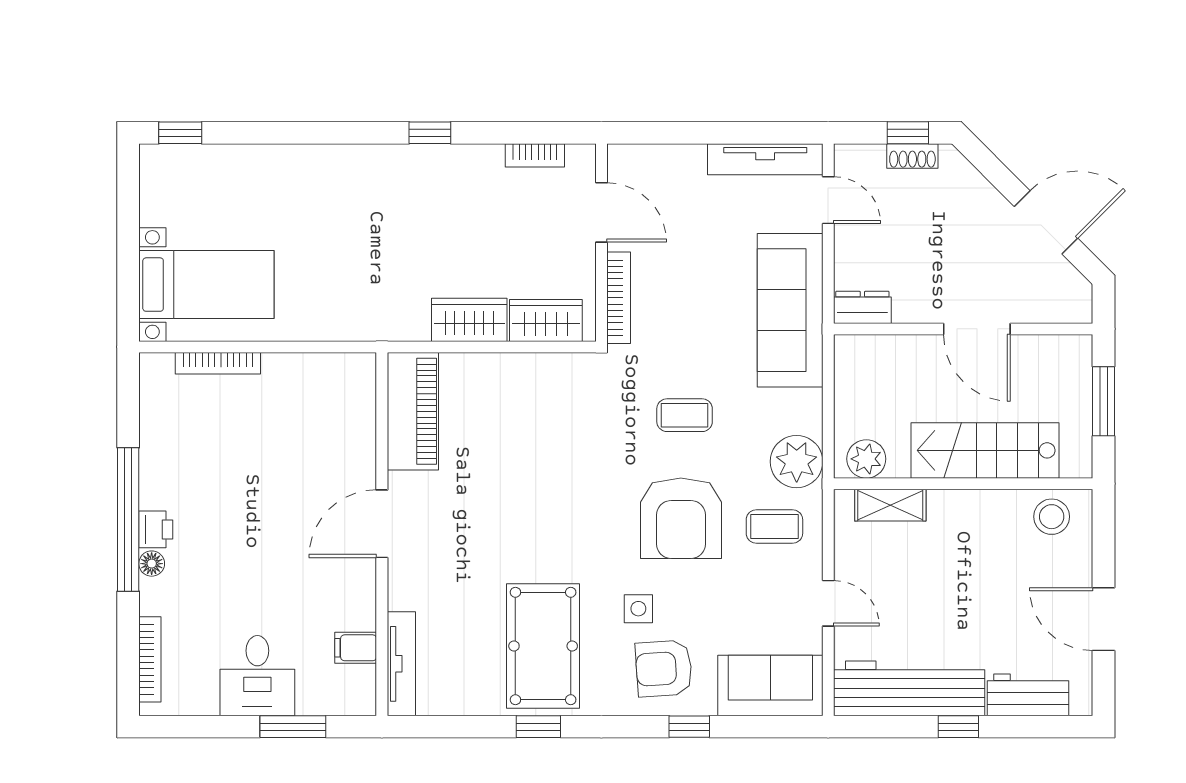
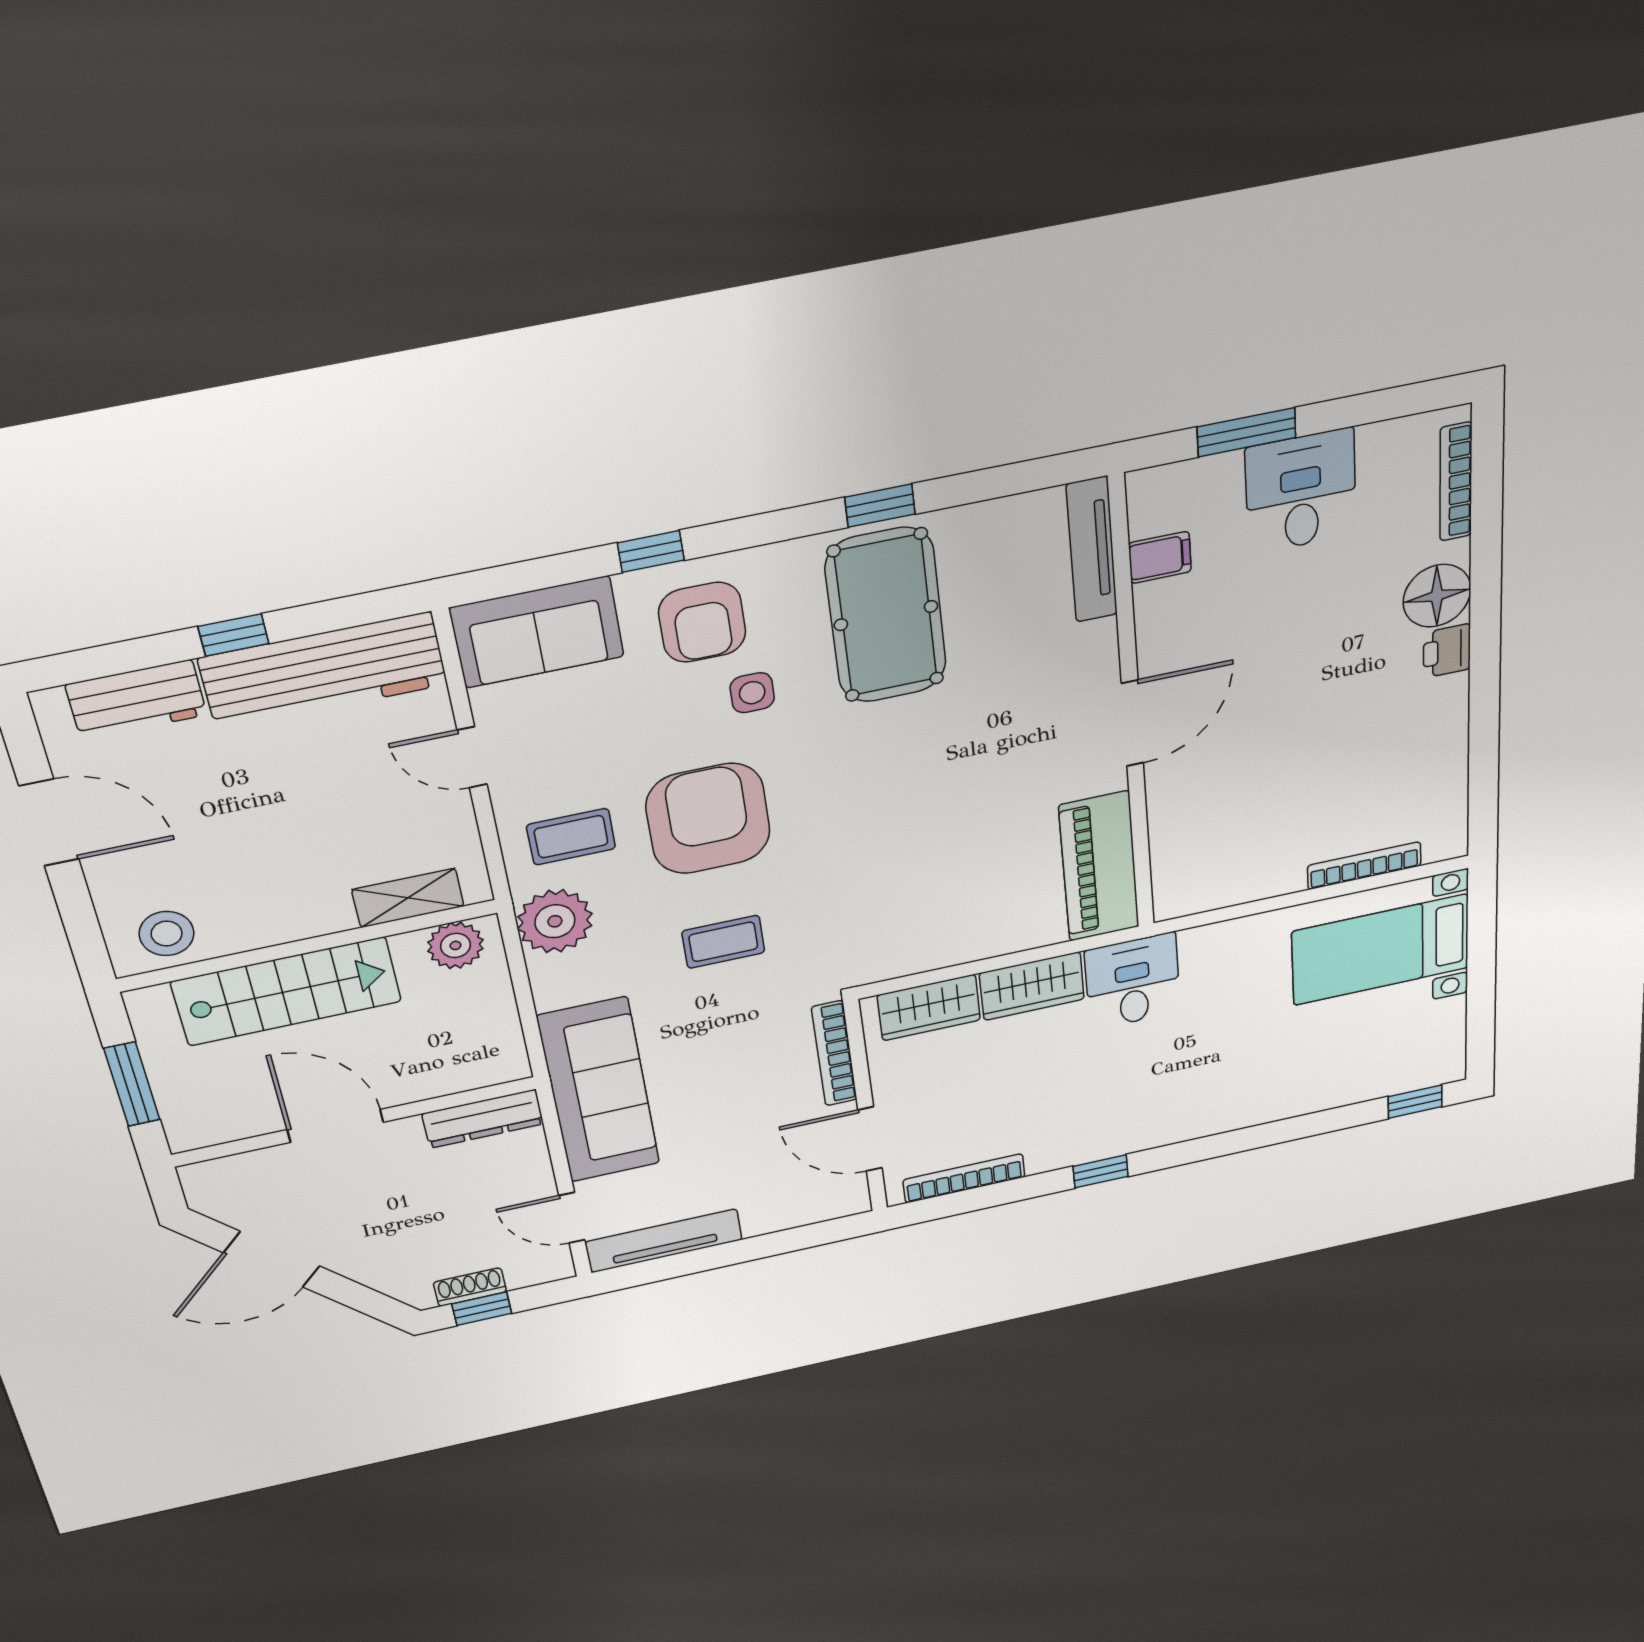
bookcase: (535, 155) -> (964, 1178), width x1.56
desk: (395, 305) -> (1133, 981), added
dresser: (862, 307) -> (483, 1119), width x1.44
window: (128, 519) -> (1485, 655), removed
floor lamp: (152, 564) -> (1437, 596), width x1.89, depth x1.89
armchair: (664, 668) -> (702, 622), turned 94

